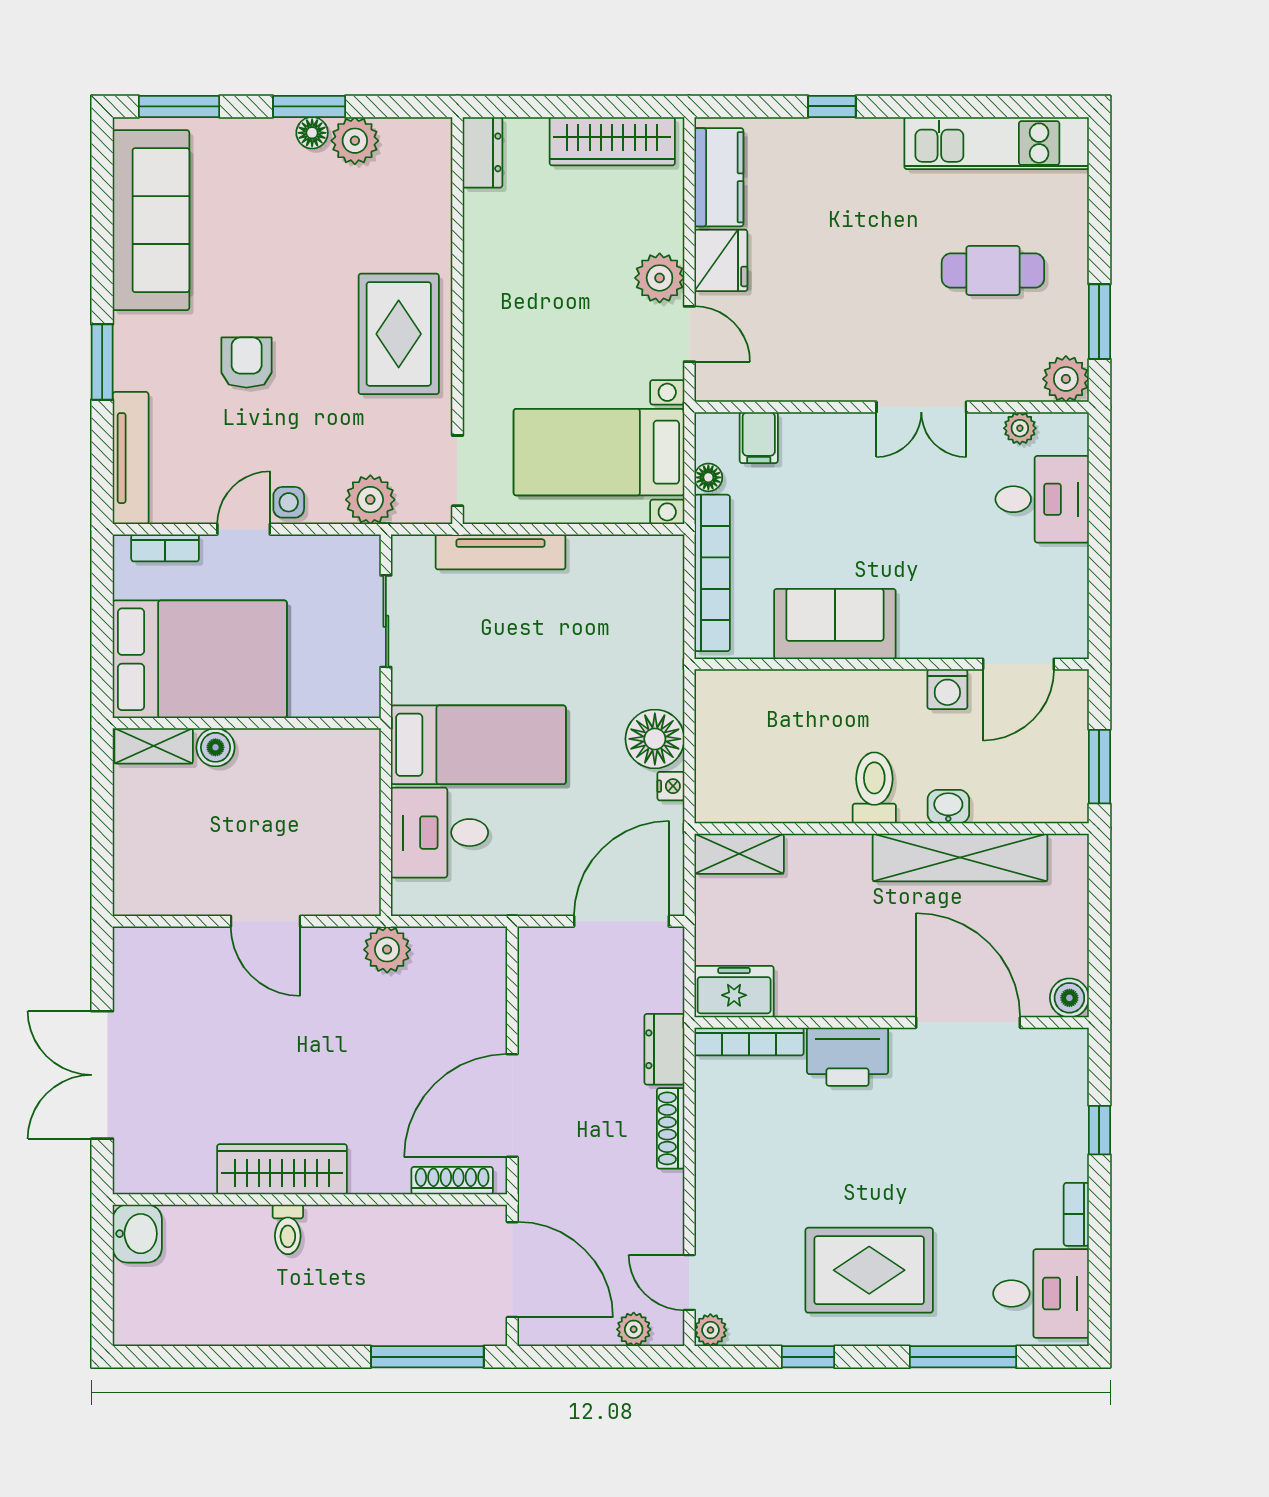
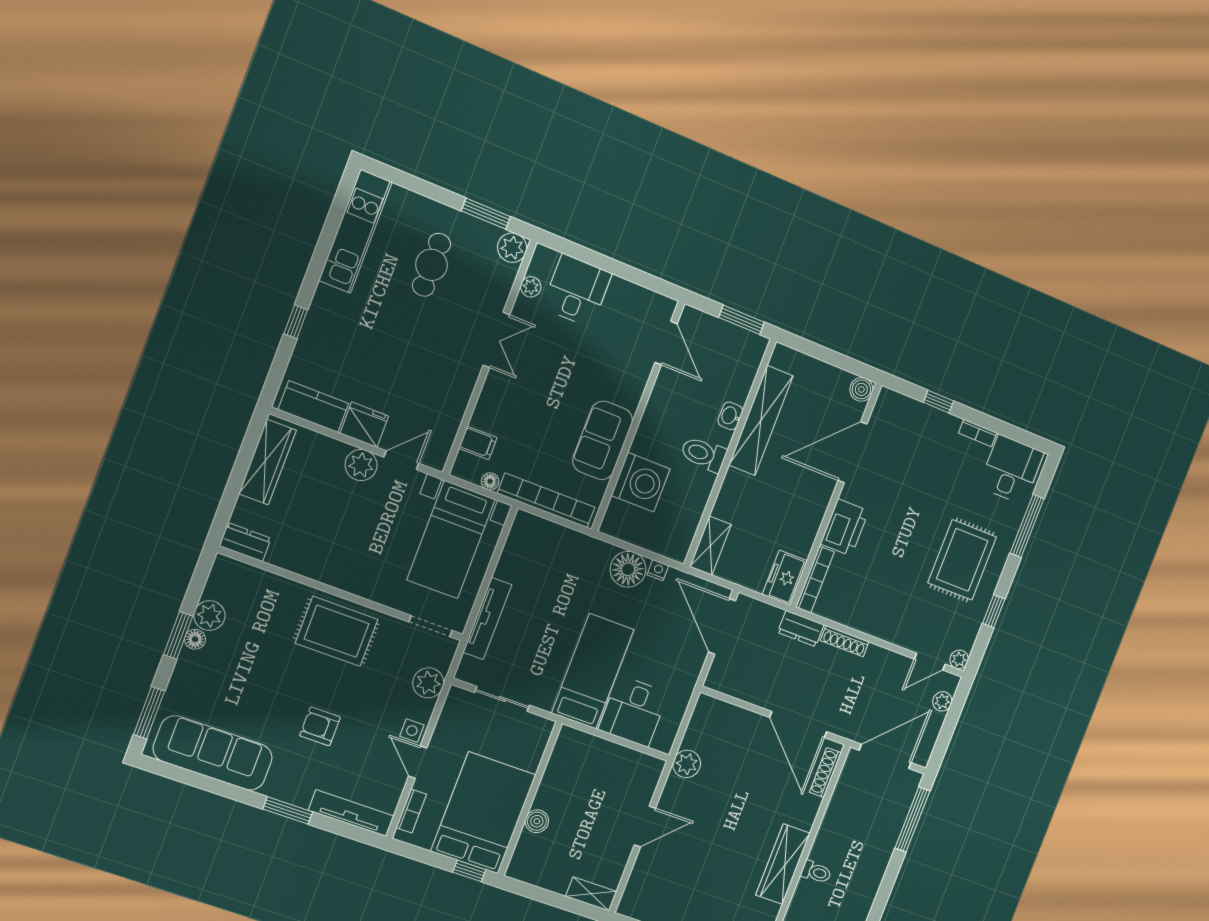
window: (102, 672) -> (469, 871), added
washing machine: (947, 689) -> (641, 482), moved, width x1.89, depth x1.89
shelving: (154, 746) -> (591, 894), moved, turned 90

